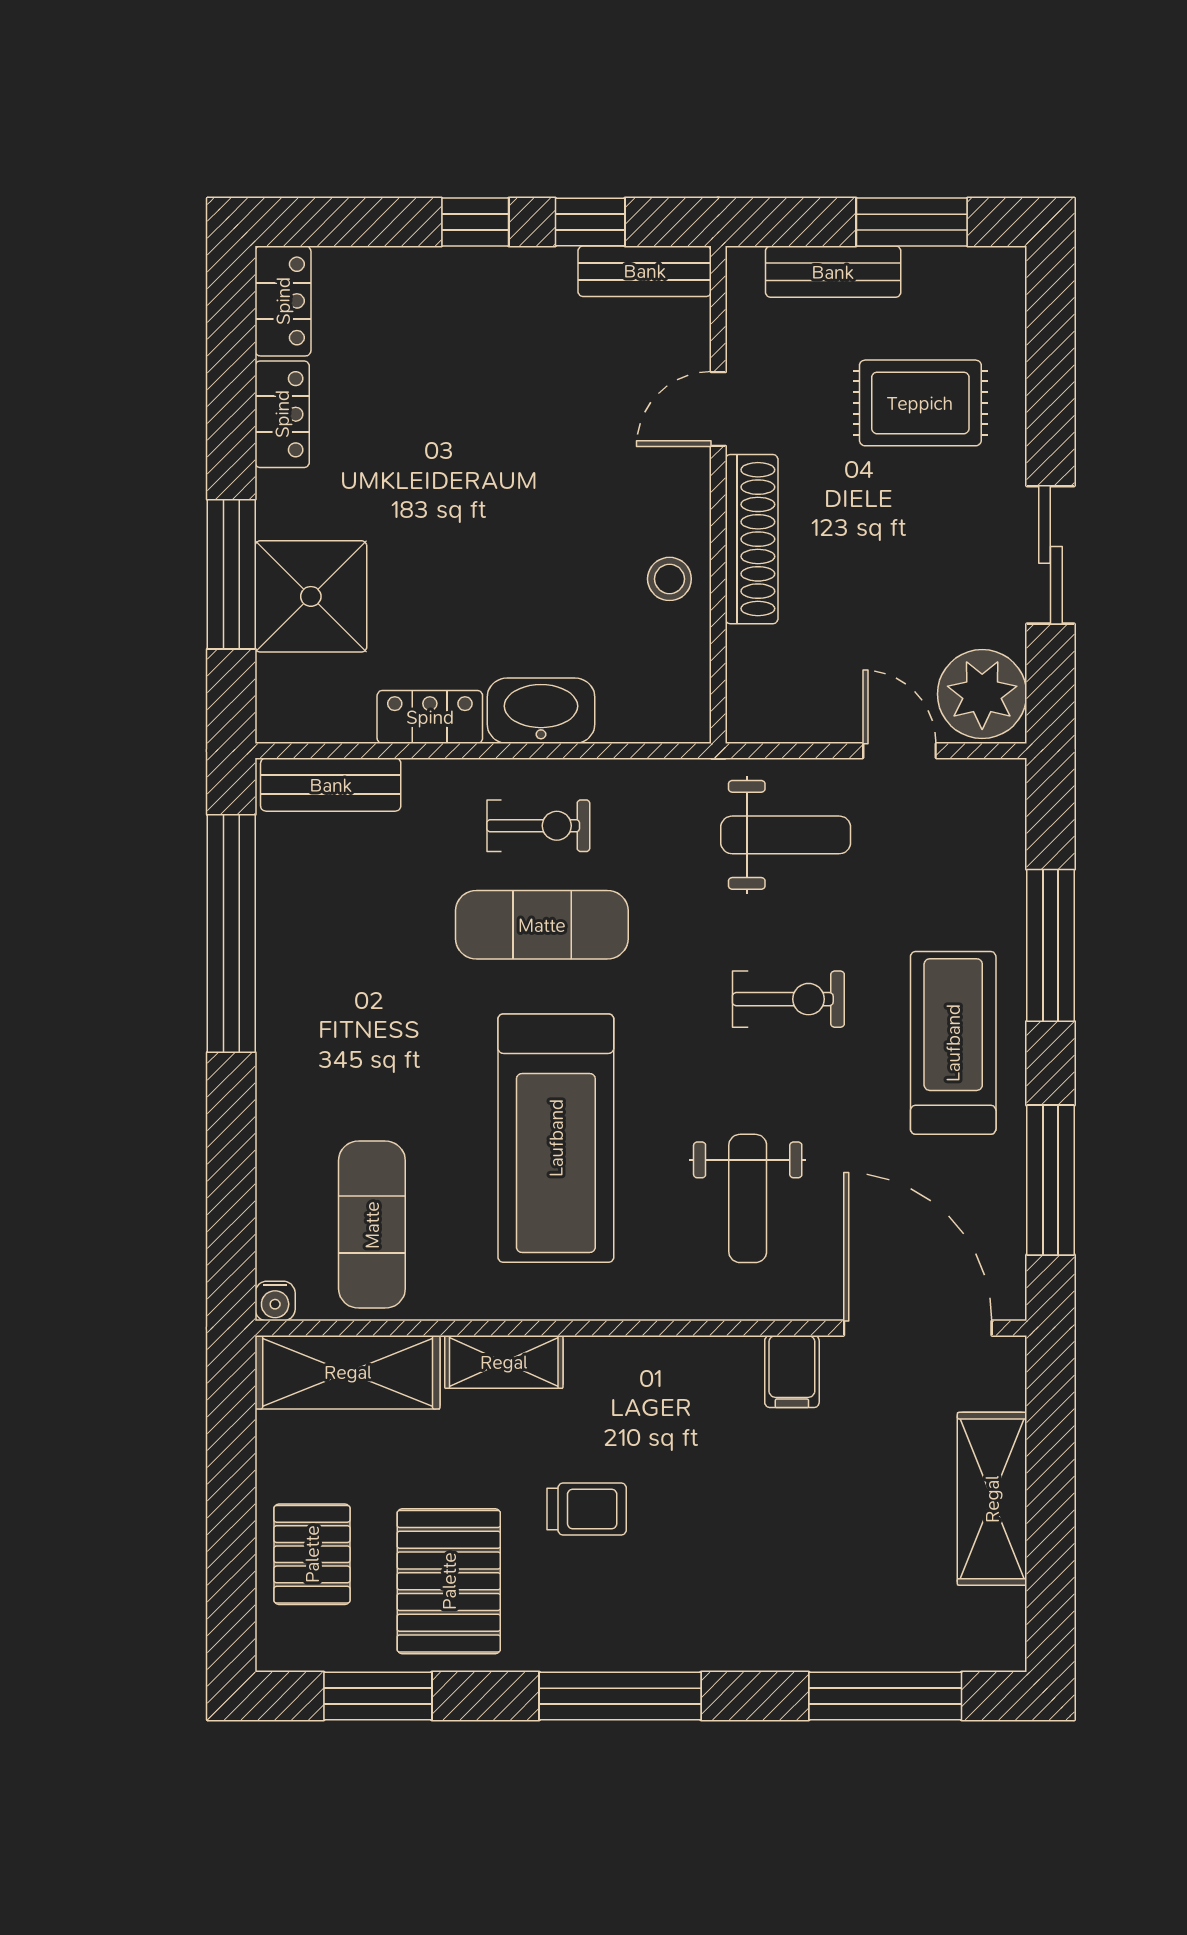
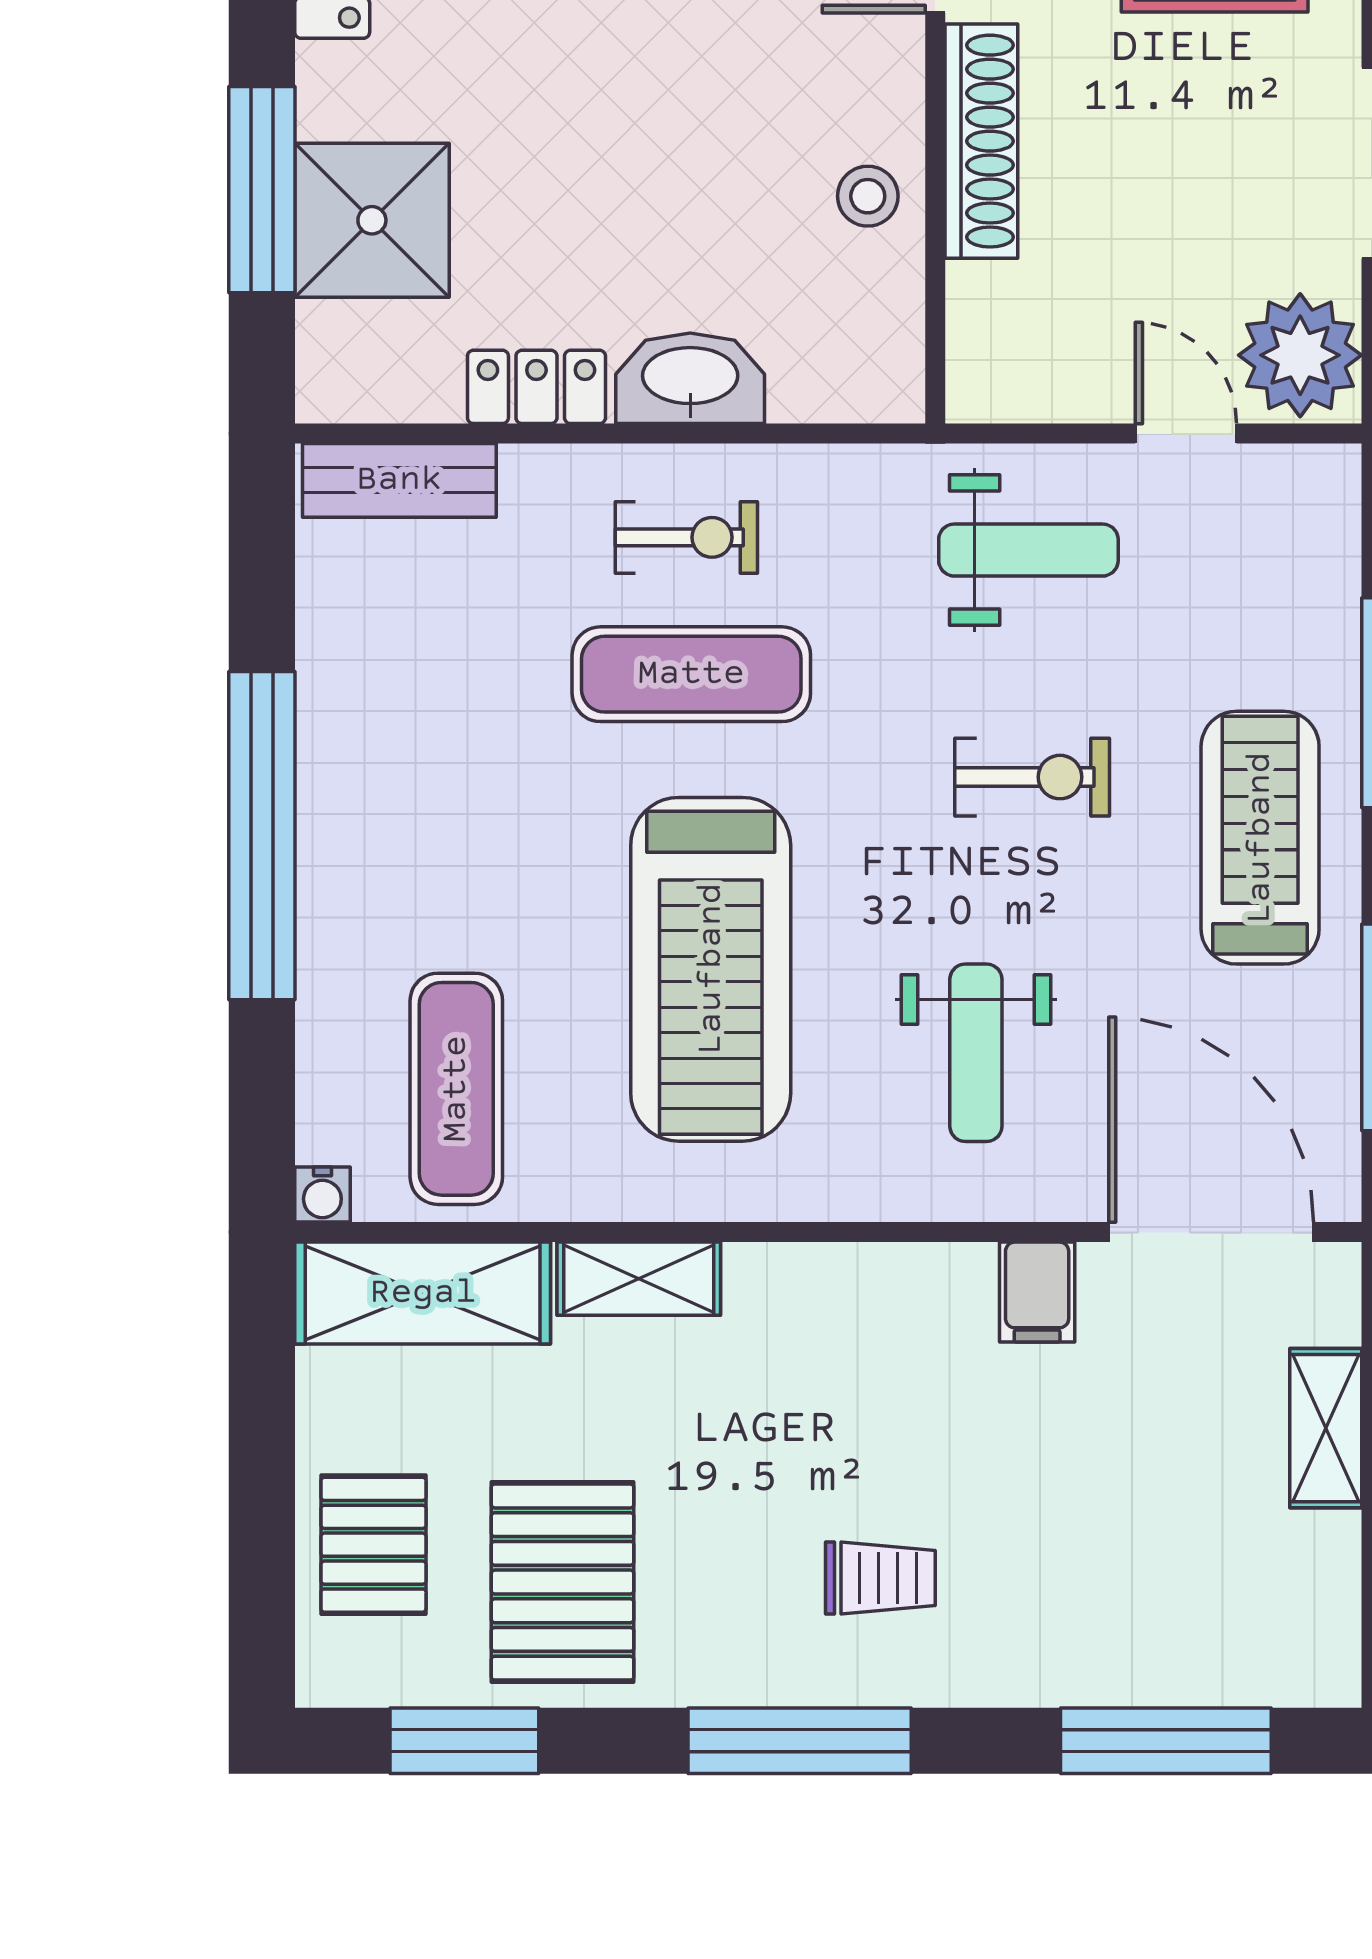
window: (231, 933) -> (262, 836), moved
shelving: (992, 1499) -> (1326, 1428), width x0.67, depth x0.75
trolley: (587, 1509) -> (880, 1578), moved

